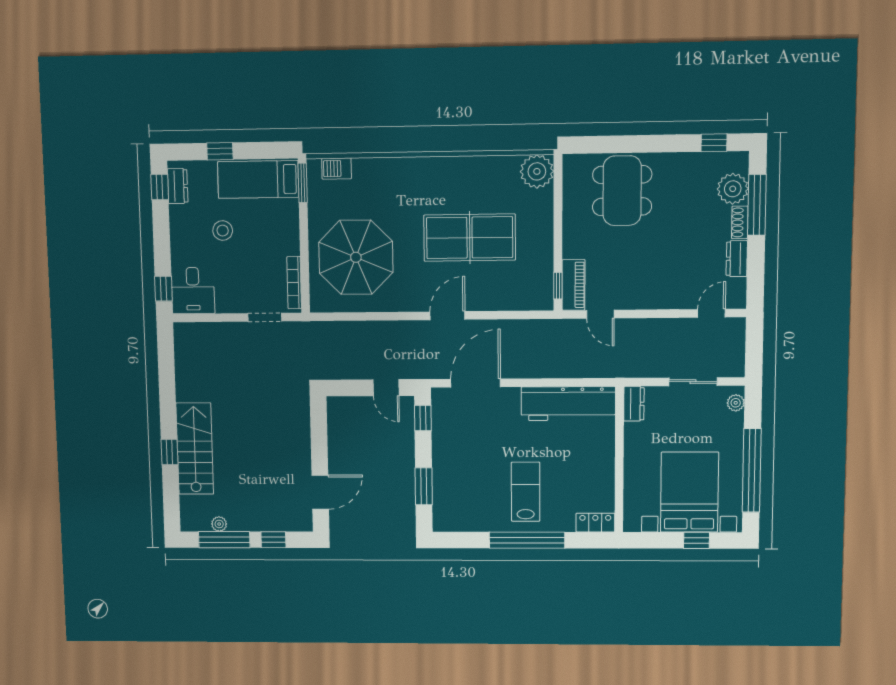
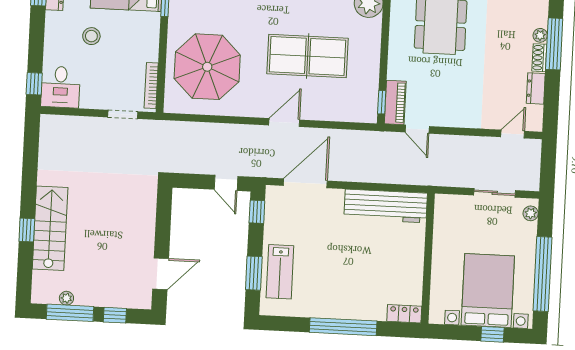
plant: (733, 189) -> (540, 35), width x0.53, depth x0.53
dresser: (634, 404) -> (443, 209), removed
lab bench: (526, 492) -> (280, 272), moved, turned 180

